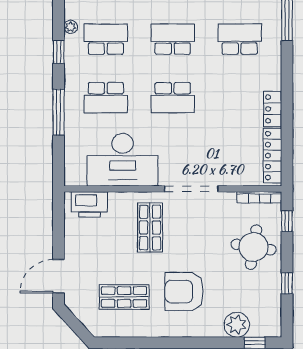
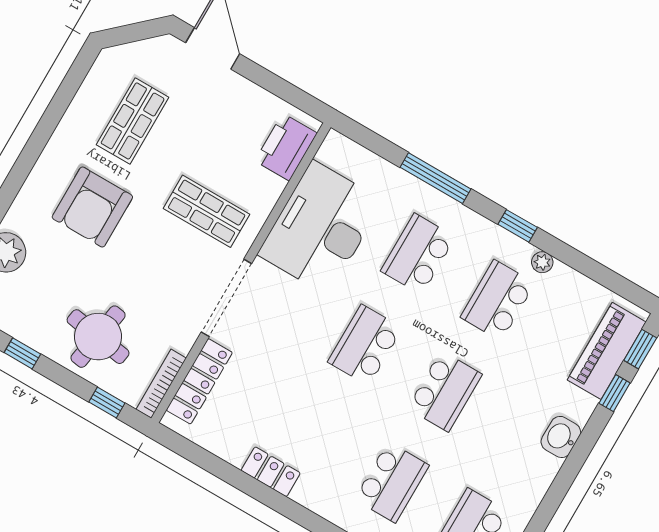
school desk: (106, 39) -> (498, 300), turned 180
locker: (272, 156) -> (199, 381), moved, turned 90
armchair: (184, 292) -> (92, 207), turned 180

